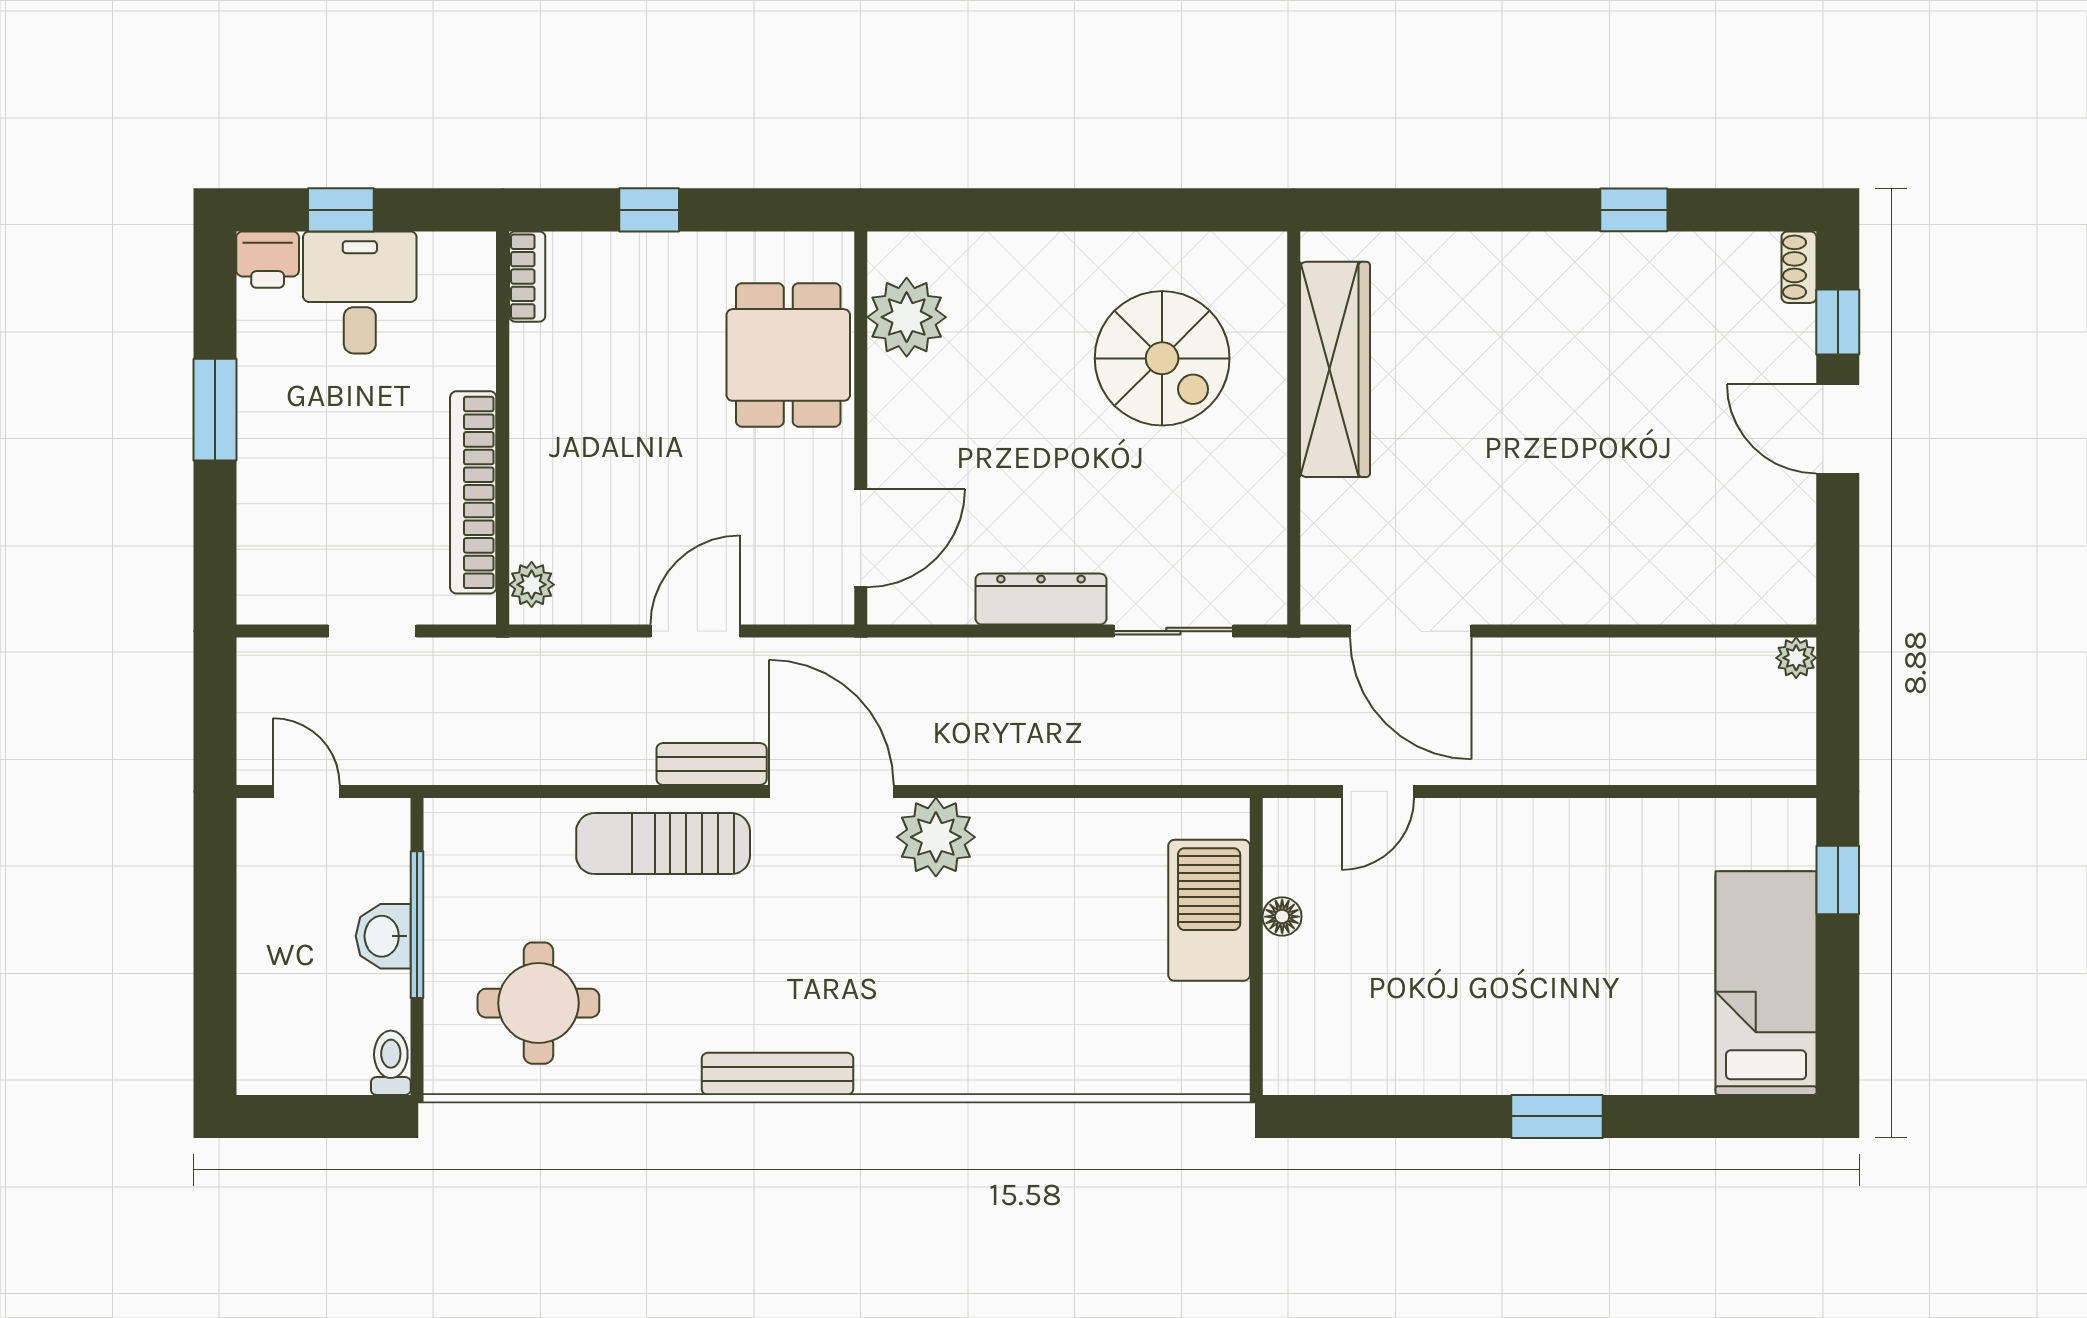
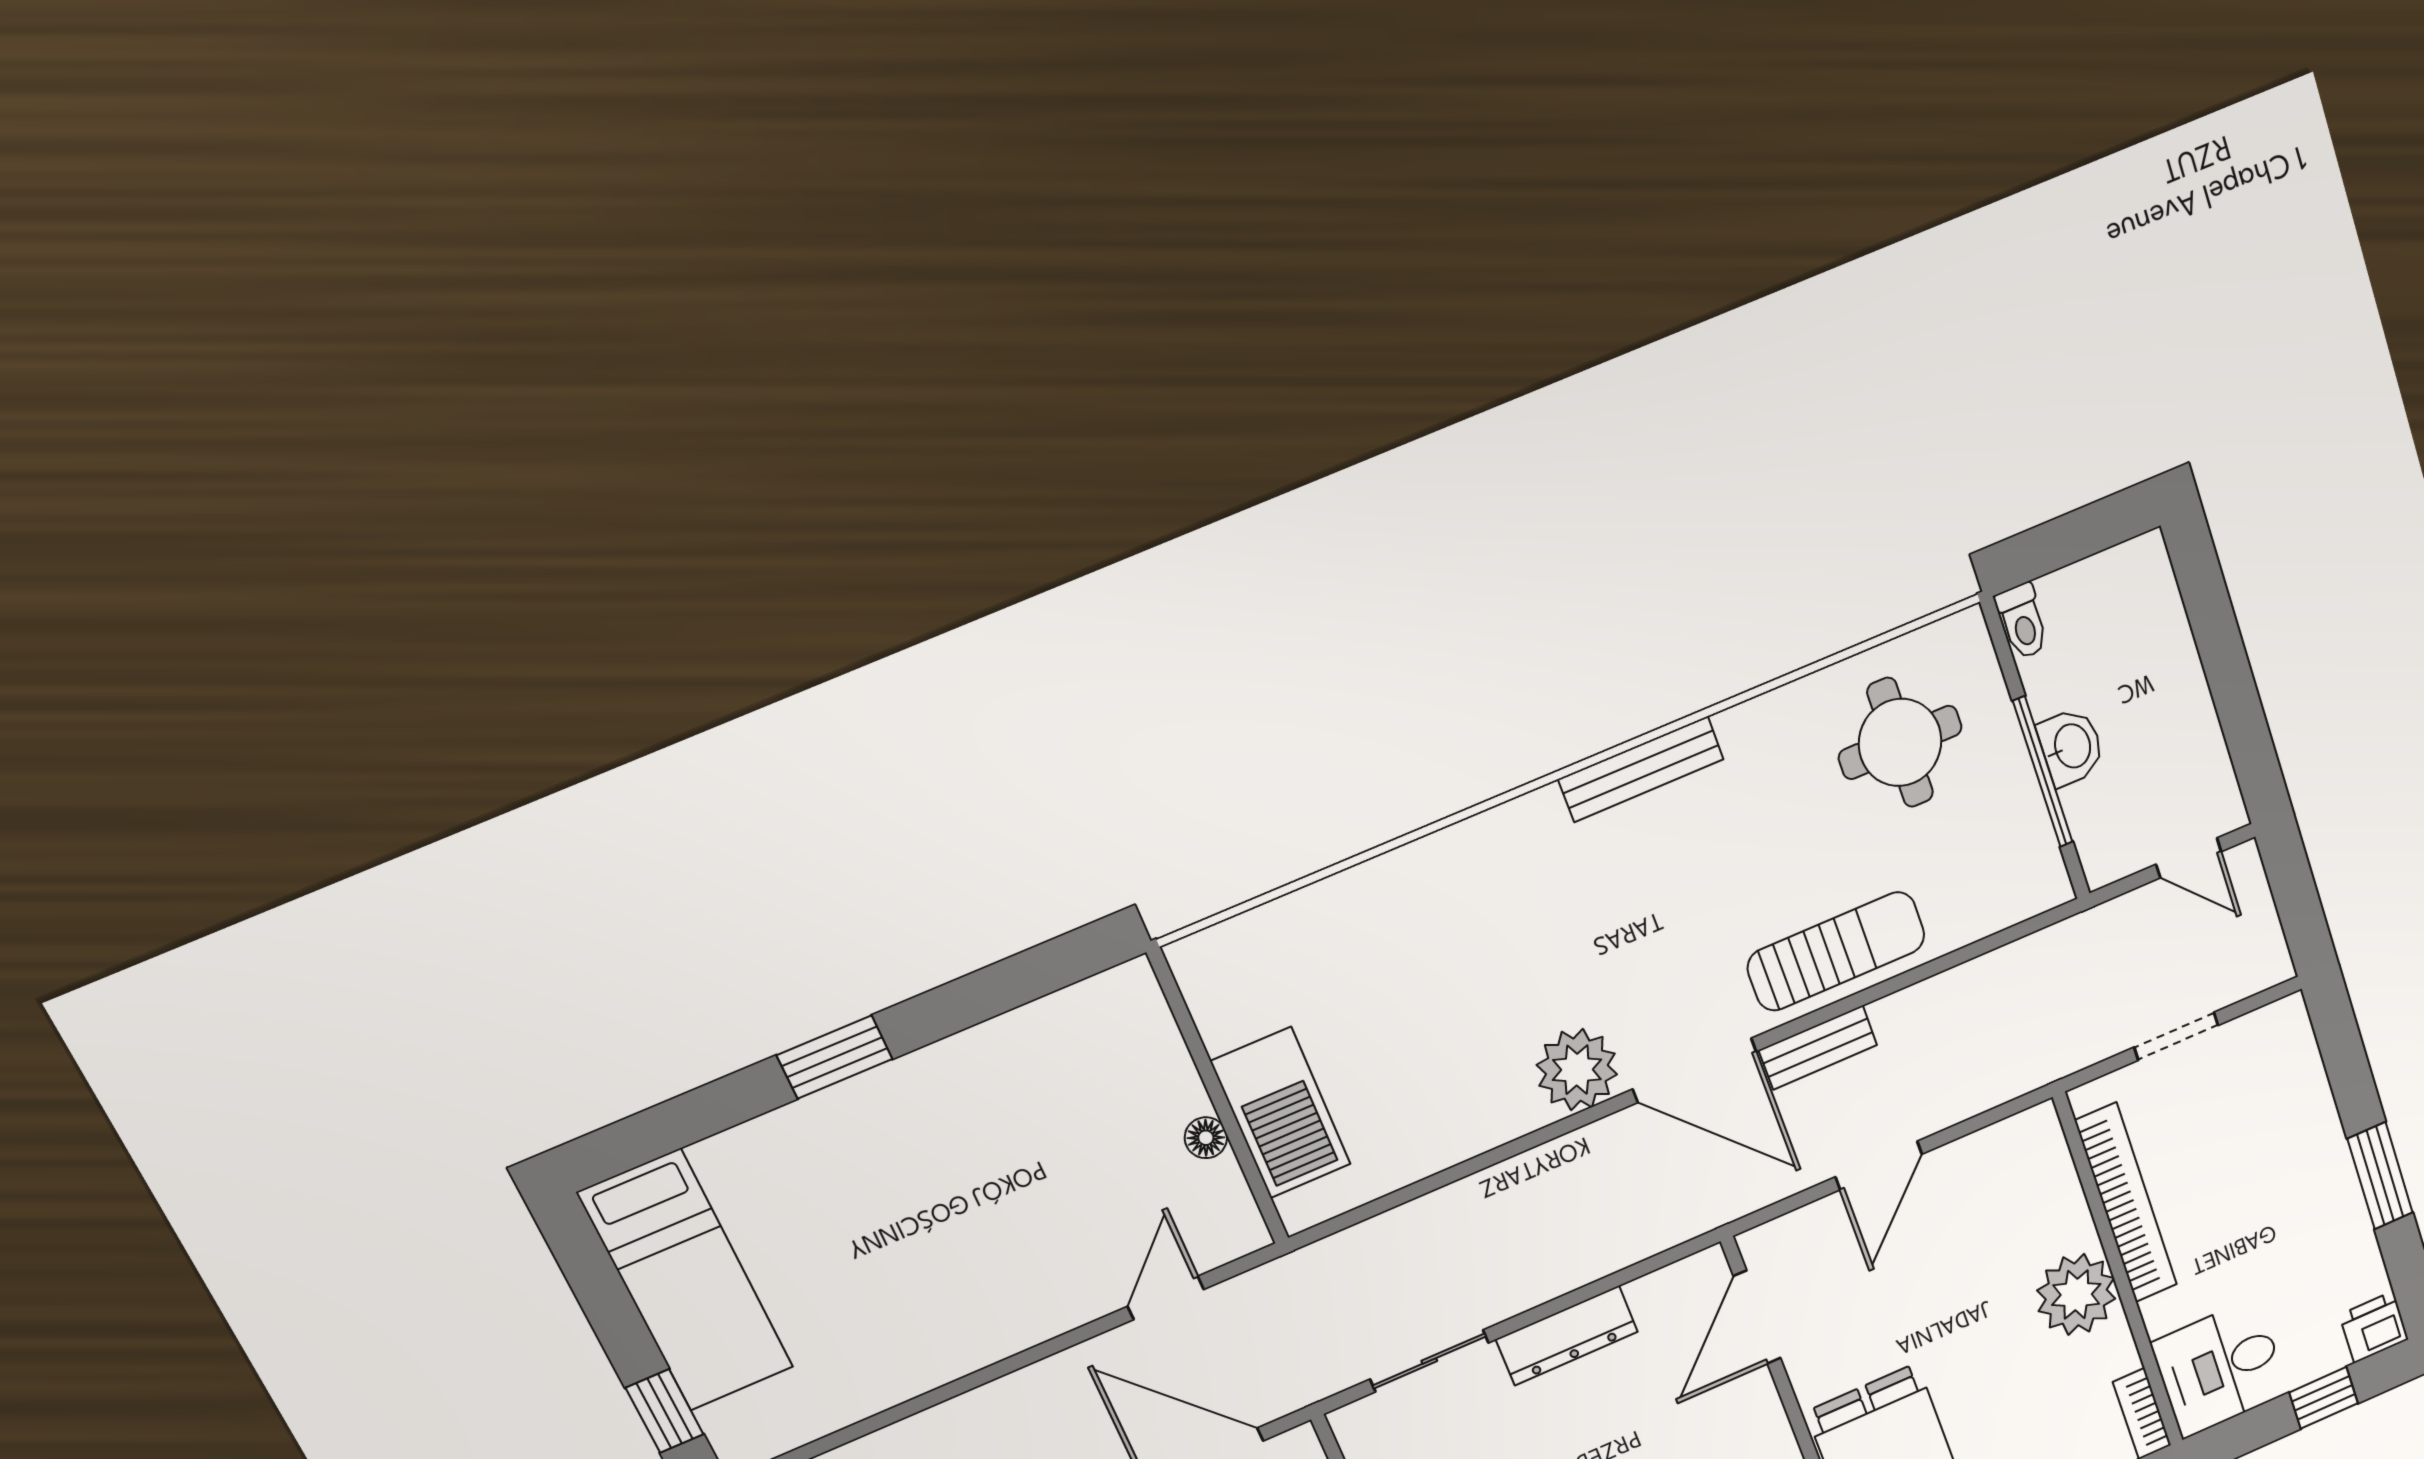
desk: (360, 292) -> (2220, 1368), moved, turned 90
plant: (532, 585) -> (2076, 1295), moved, width x1.88, depth x1.88

